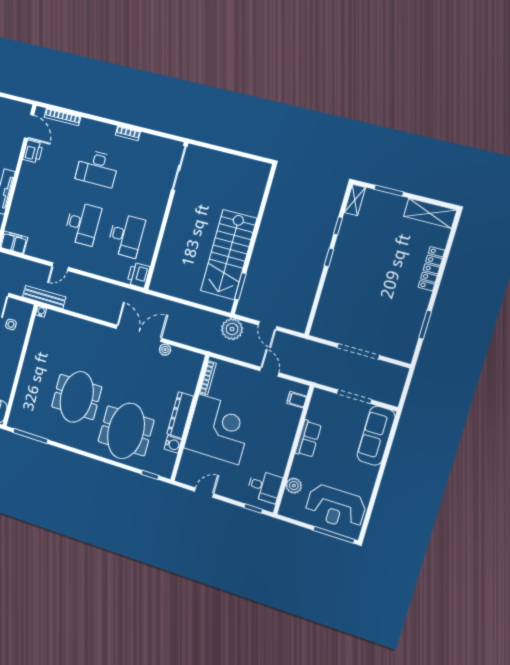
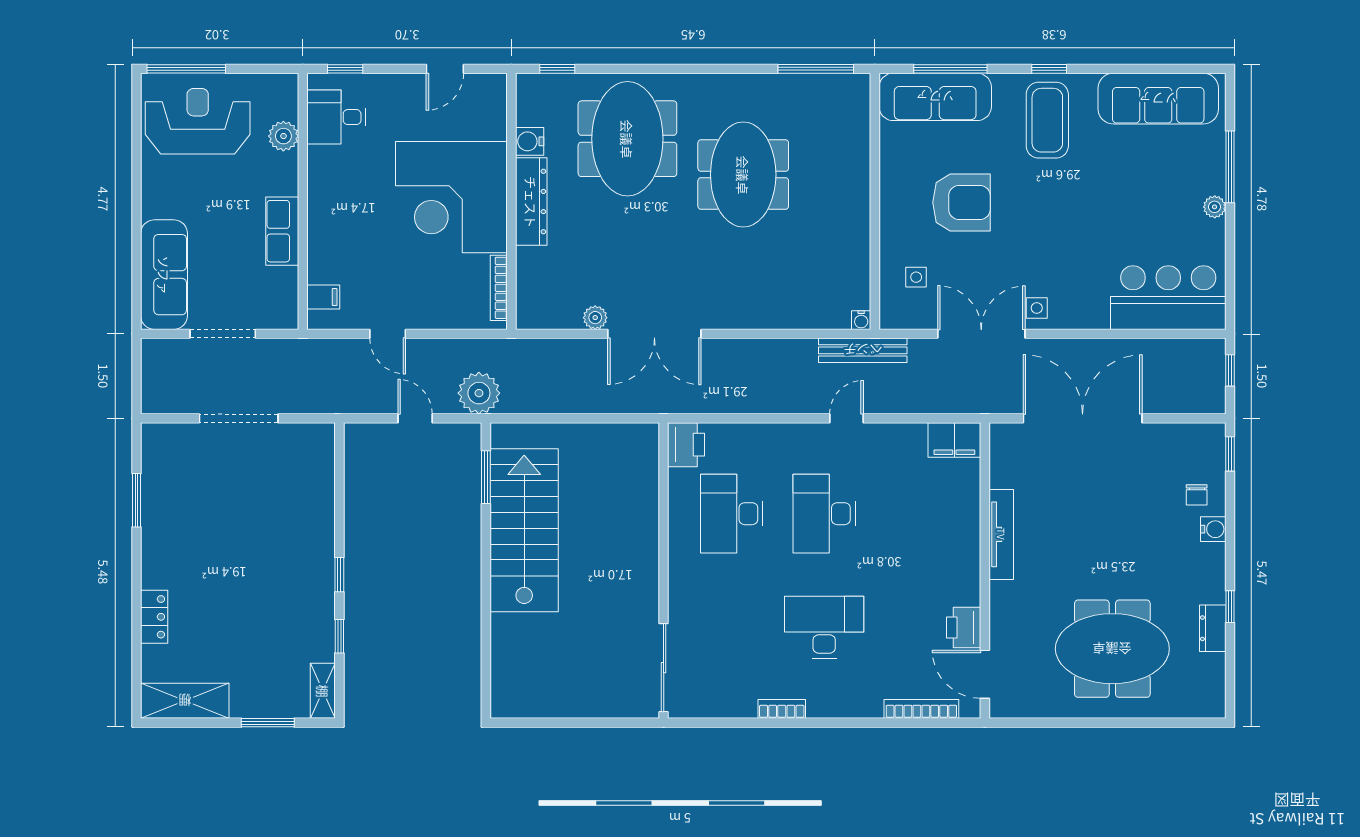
locker: (431, 269) -> (154, 617), width x0.66

